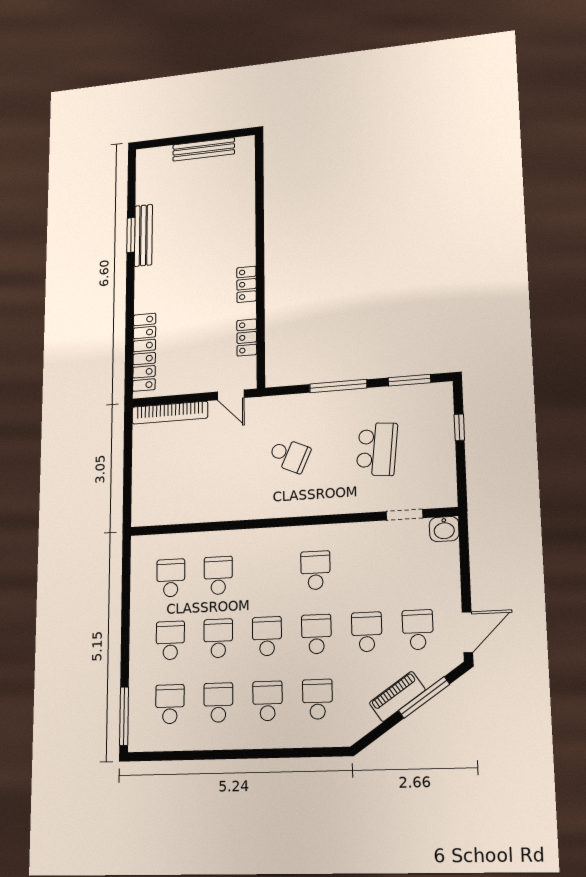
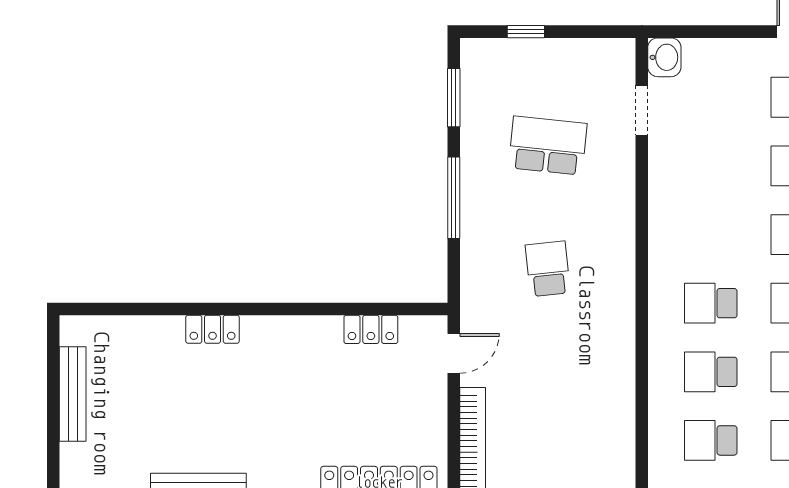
locker: (246, 284) -> (213, 329), moved
school desk: (289, 455) -> (548, 269), turned -30
school desk: (315, 570) -> (711, 303), moved

